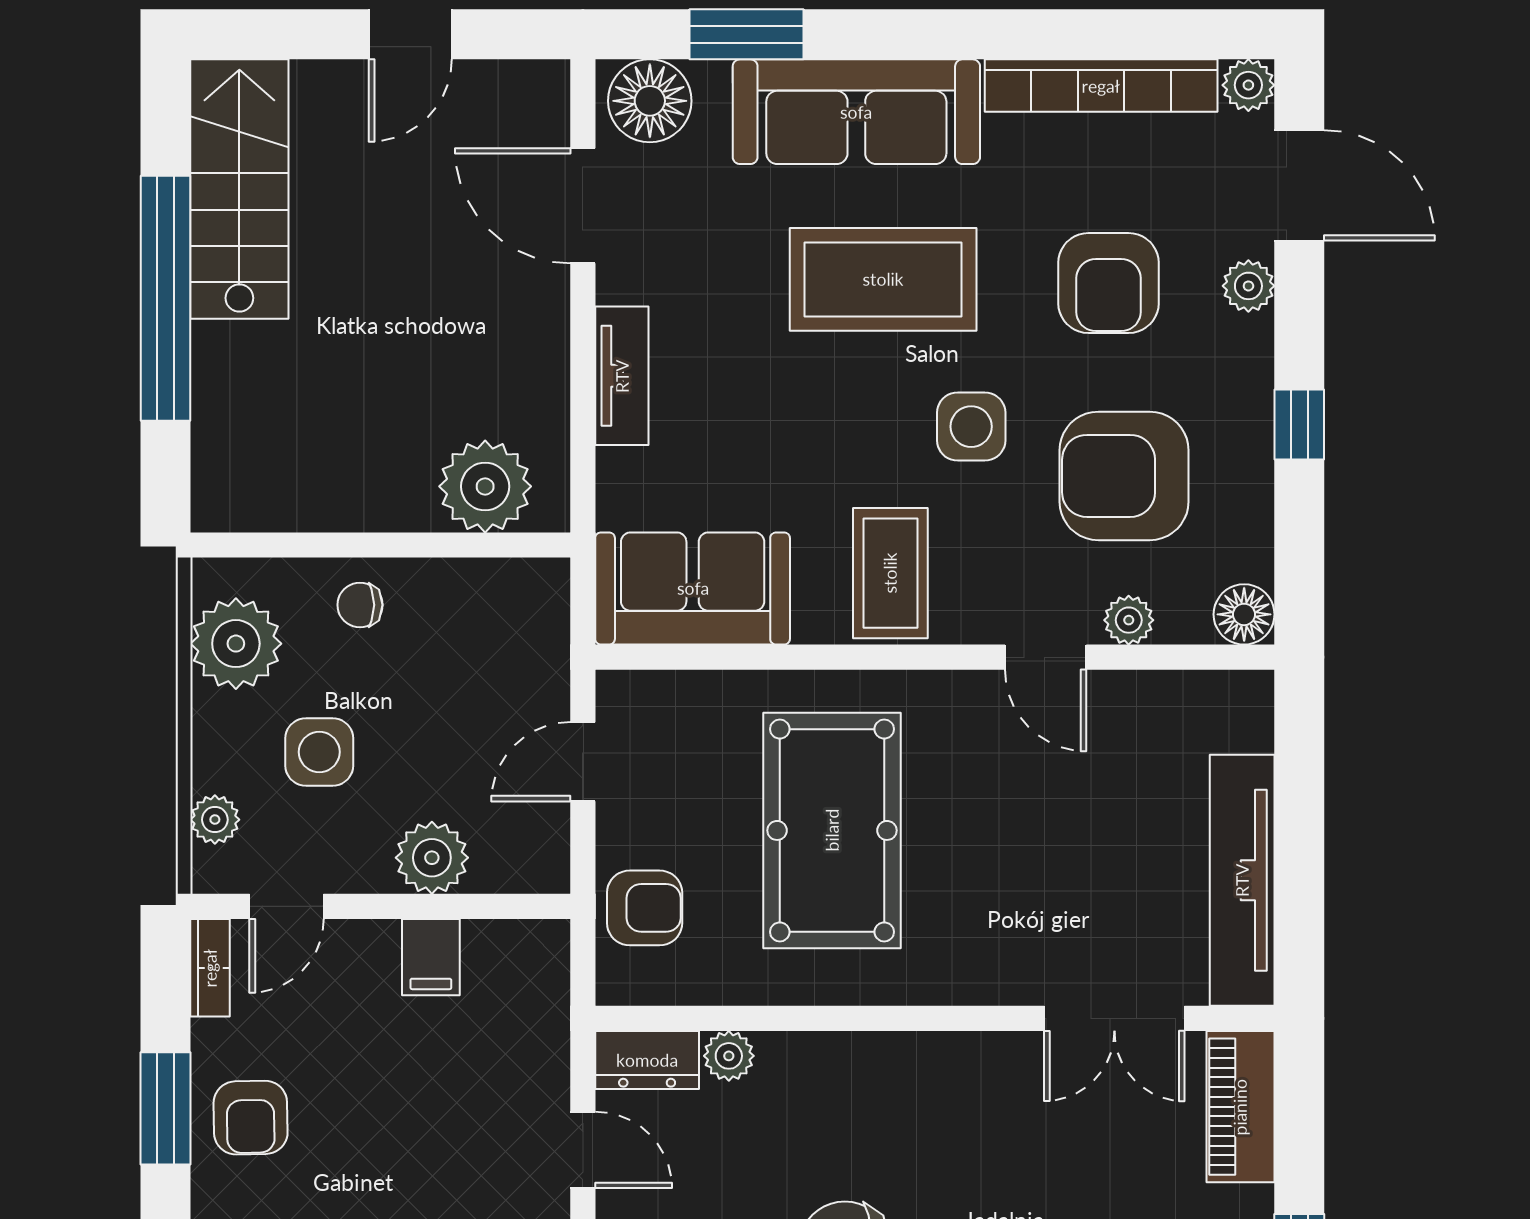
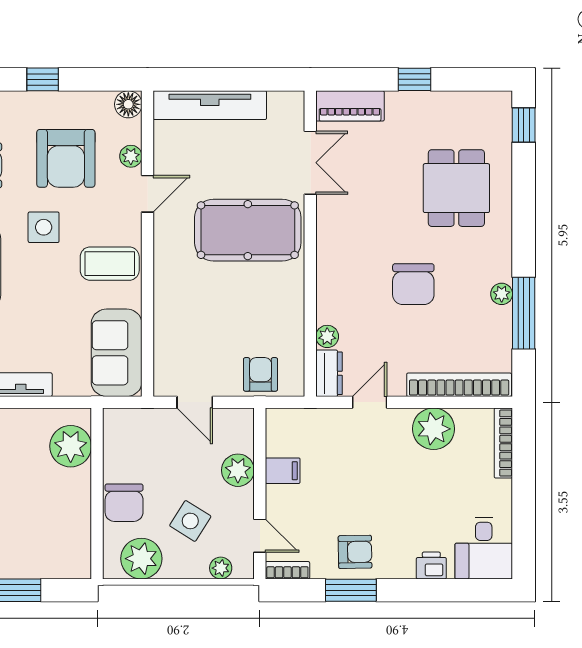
chair: (360, 605) -> (124, 503), width x1.87, depth x1.87
side table: (319, 752) -> (190, 521), turned 32
pool table: (832, 830) -> (248, 230), moved
tv unit: (1242, 880) -> (210, 105), moved

